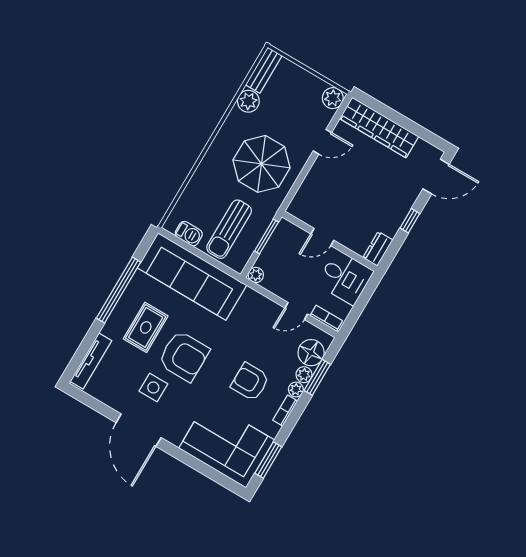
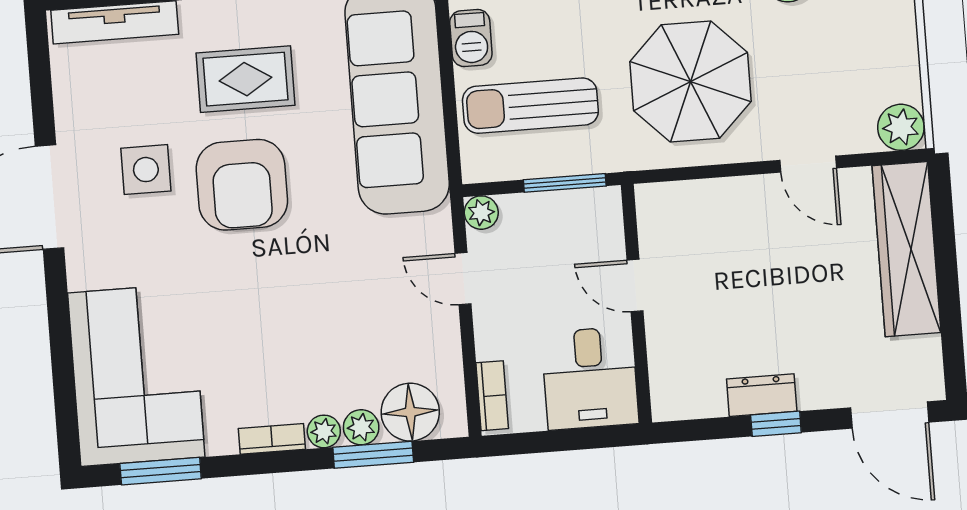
dresser: (378, 249) -> (762, 395), moved
door: (296, 311) -> (463, 279), moved
armchair: (250, 382) -> (280, 338), removed

